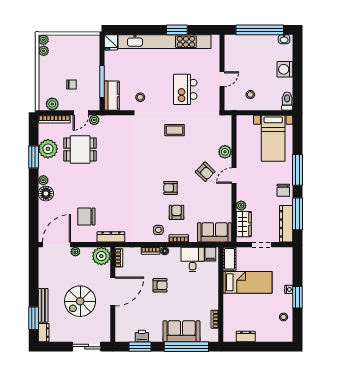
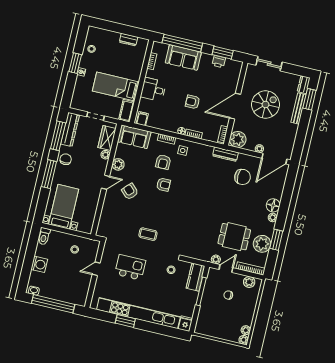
kitchen island: (185, 89) -> (130, 267), turned -90
plant: (225, 152) -> (118, 164), moved
desk: (193, 259) -> (153, 89), moved, turned 90

